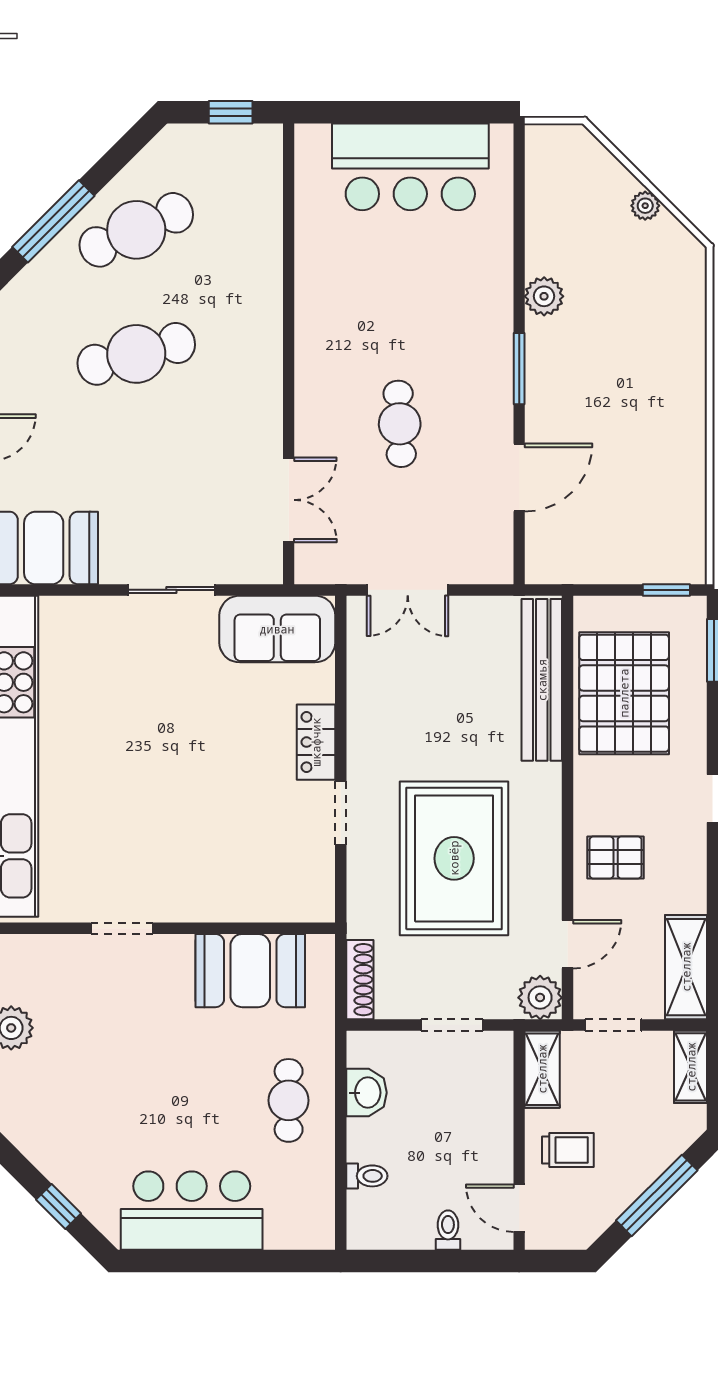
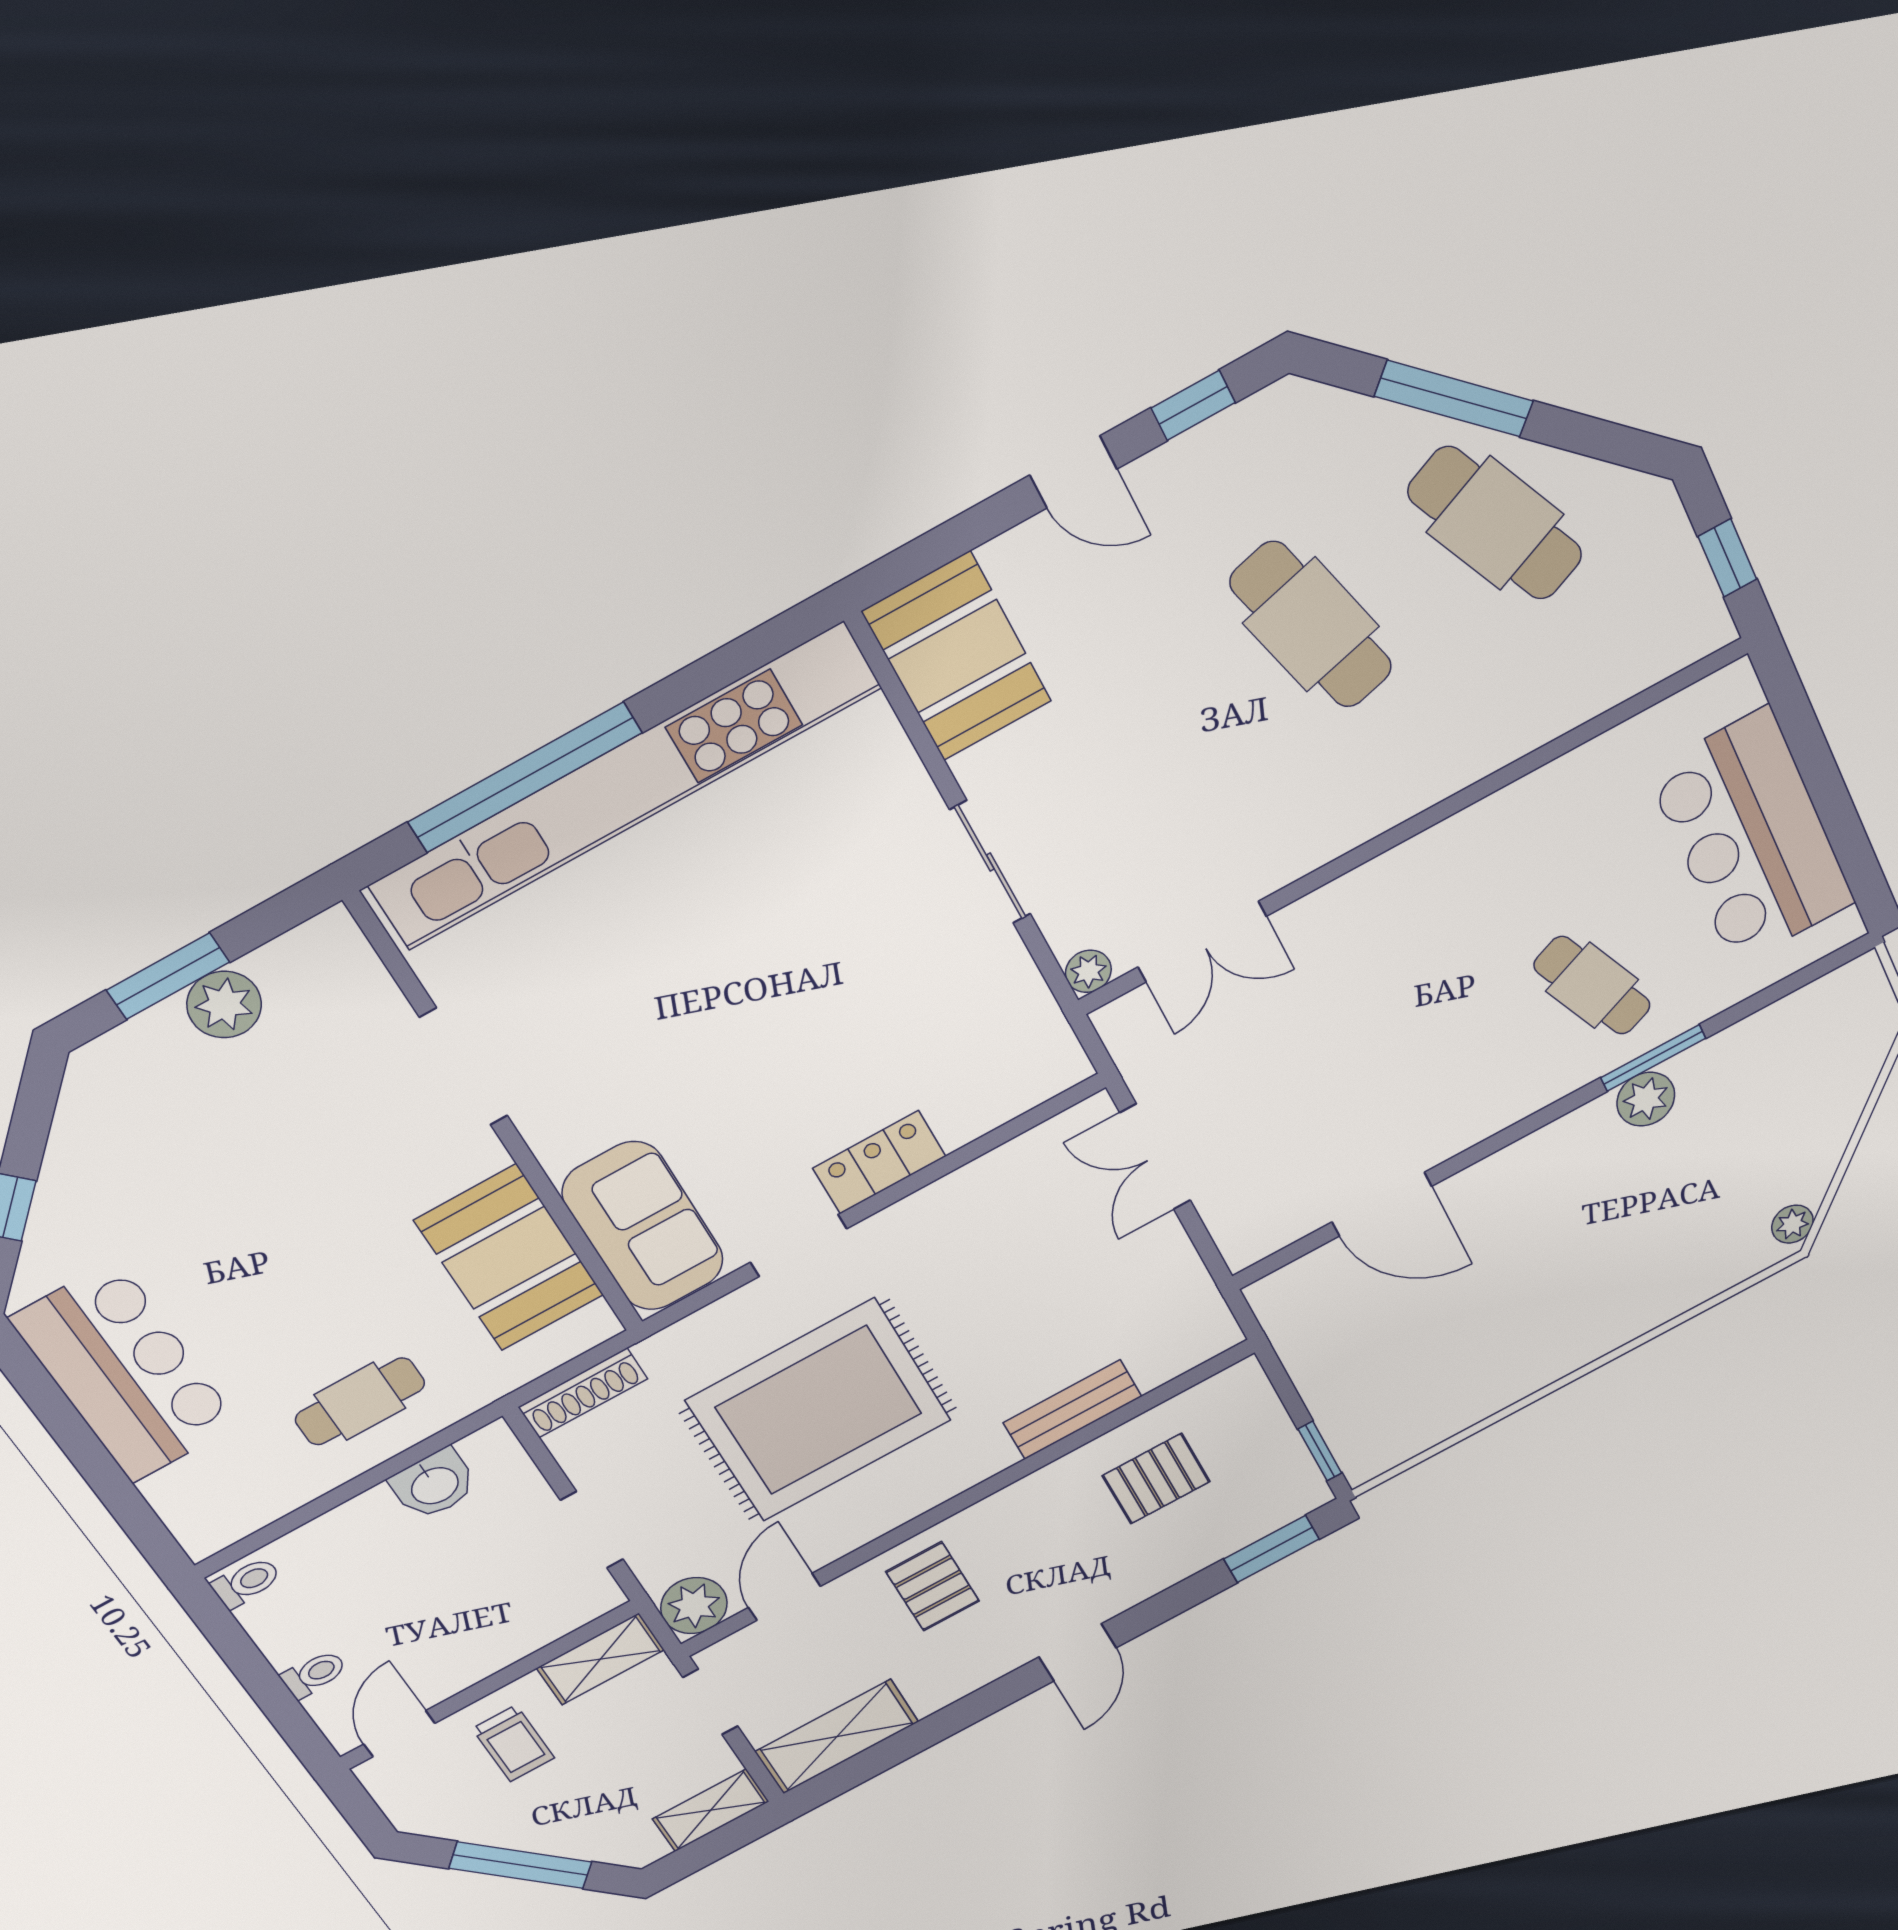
plant: (645, 206) -> (1792, 1224), moved
window: (519, 369) -> (1653, 1058), moved
cafe table: (400, 424) -> (1592, 985), moved, turned 70
plant: (269, 570) -> (1088, 971), added
sofa: (277, 629) -> (643, 1226), moved, turned 180
bench: (542, 680) -> (1072, 1410), width x0.54, depth x0.82
pallet: (624, 693) -> (1156, 1479), width x0.49, depth x0.50
doorway: (122, 928) -> (464, 1067), width x1.38
door: (567, 944) -> (784, 1597), swing flipped
toilet: (367, 1176) -> (246, 1582), moved, turned -90

